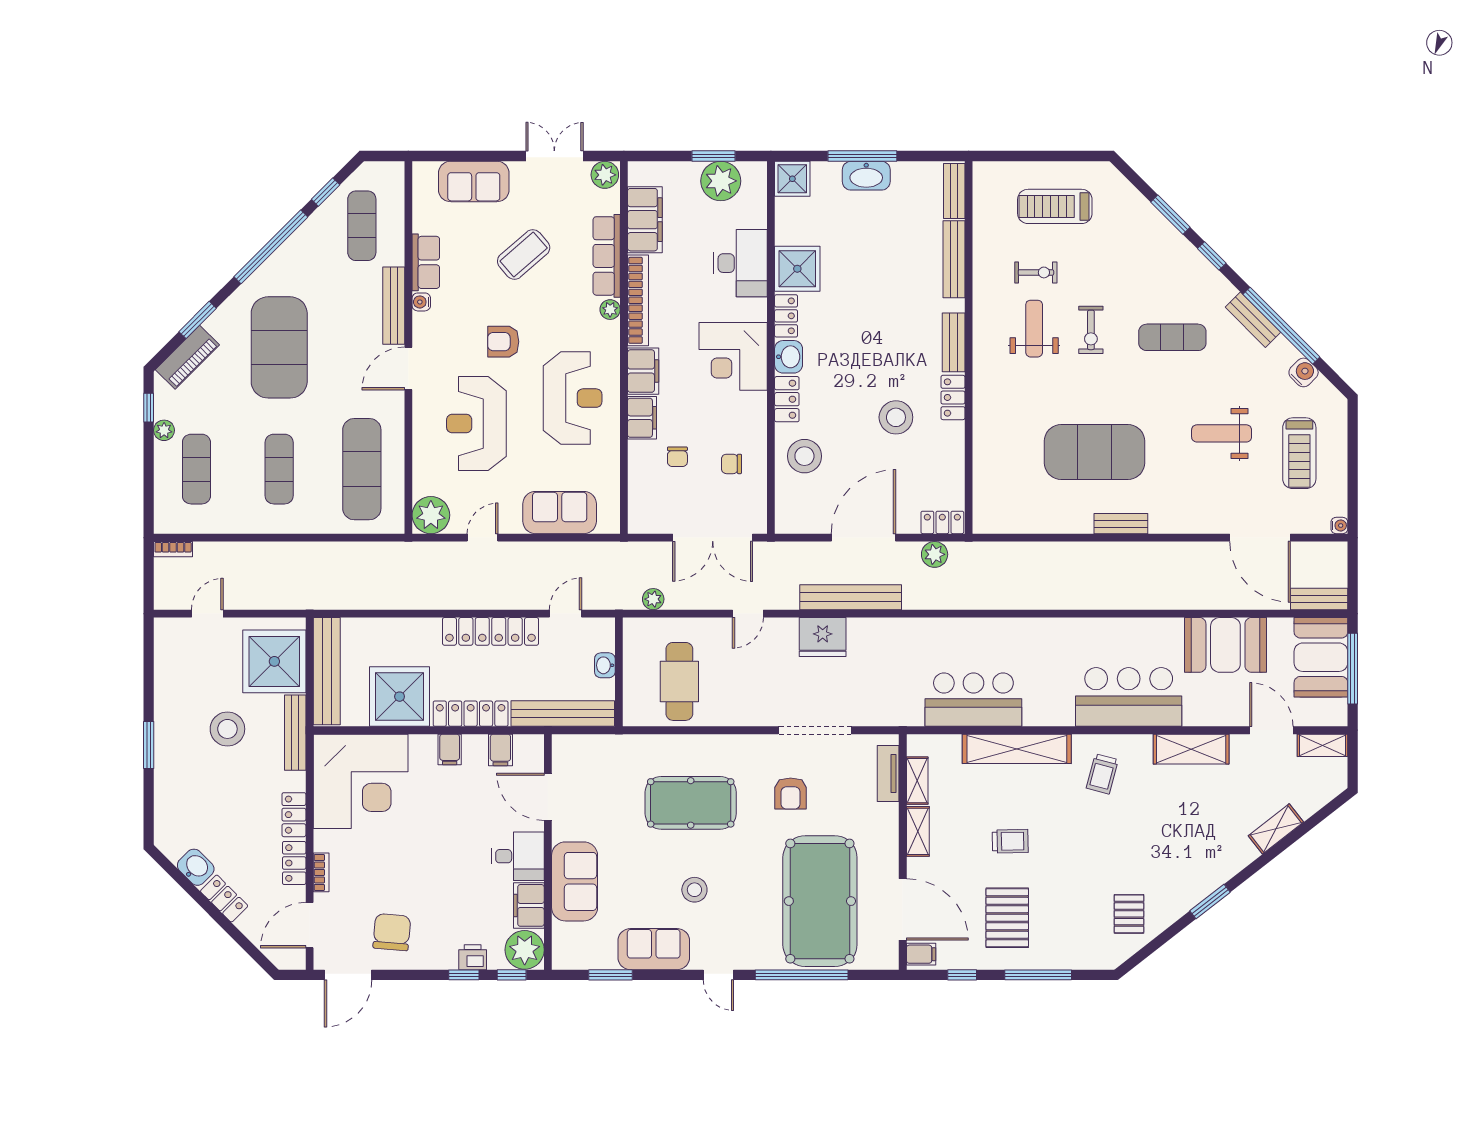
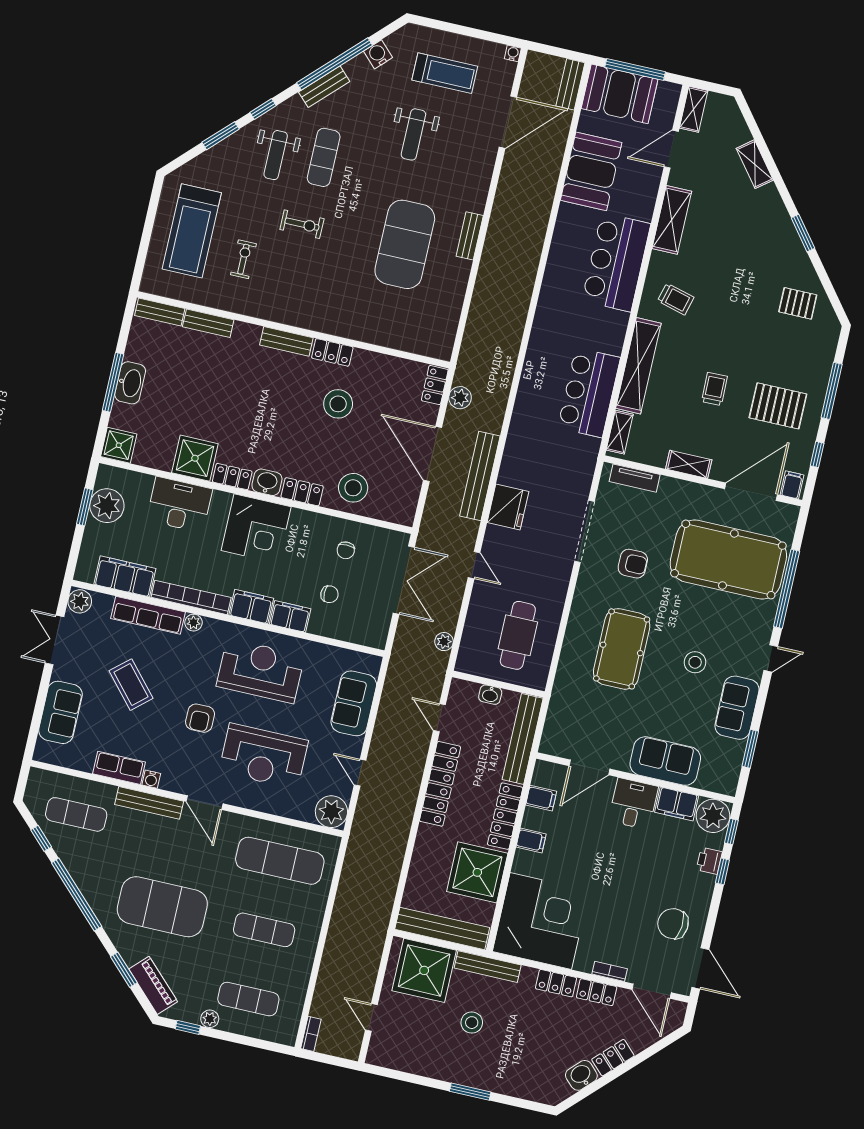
treadmill: (1055, 206) -> (192, 231), width x1.37, depth x1.38
bench: (954, 259) -> (208, 323), width x0.73
weight bench: (1034, 329) -> (276, 155), moved, turned -90
cafe table: (679, 681) -> (518, 635), turned 90
stool: (227, 729) -> (472, 1023), width x0.73, depth x0.73
shelving: (917, 781) -> (620, 432), moved, turned 90

